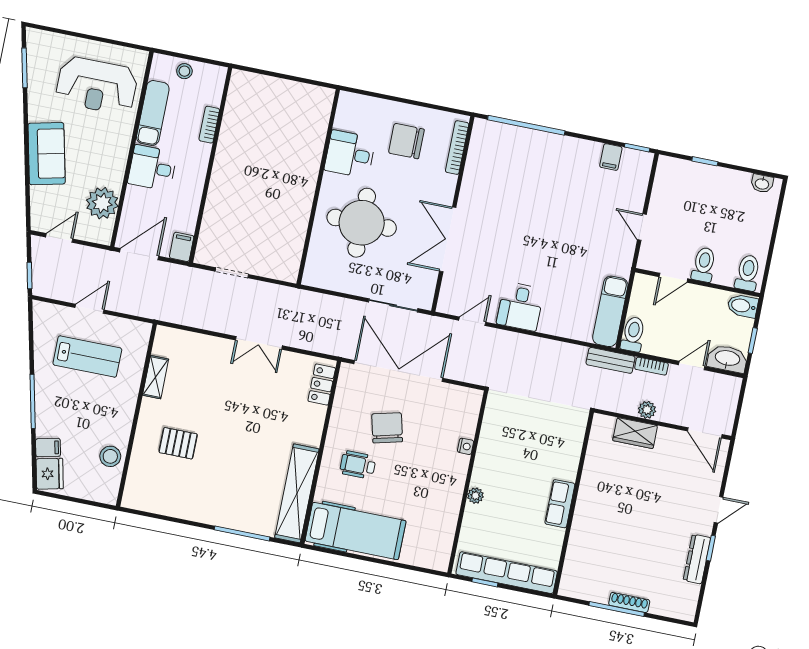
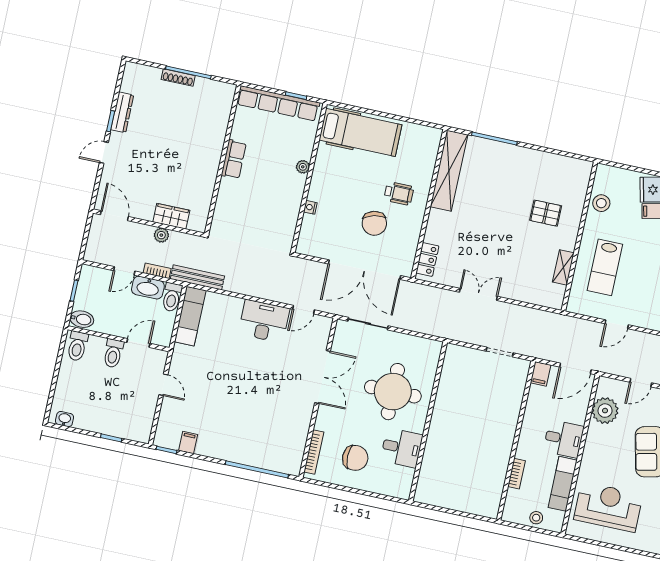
desk: (520, 306) -> (264, 321), width x1.37
lab bench: (87, 356) -> (605, 267), moved, turned -90
washbasin: (727, 359) -> (148, 288), moved
bench: (611, 360) -> (197, 277), width x1.36
hospital bed: (356, 531) -> (360, 132), moved, turned 180

